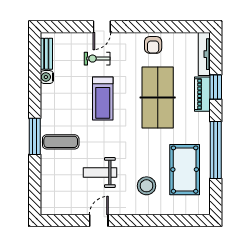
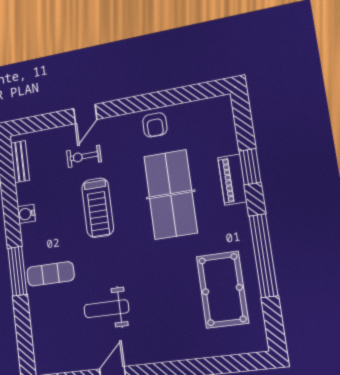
tv unit: (204, 54) -> (227, 124), removed
water cooler: (47, 77) -> (26, 214), moved
stool: (147, 186) -> (172, 319), removed

